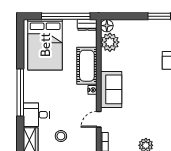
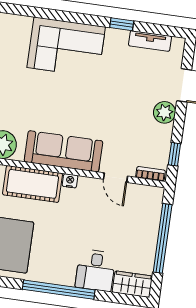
sofa: (111, 89) -> (63, 151), width x1.36
stool: (61, 136) -> (133, 238), removed

